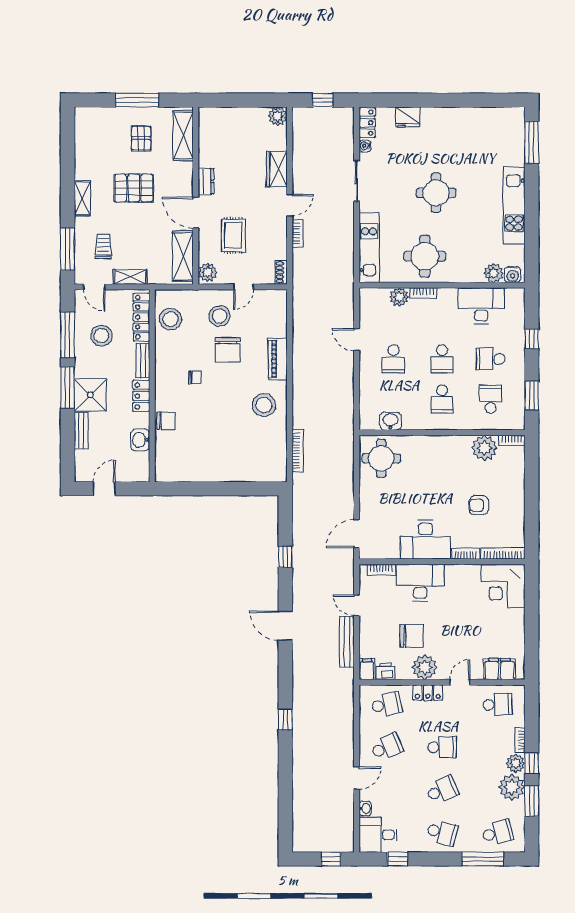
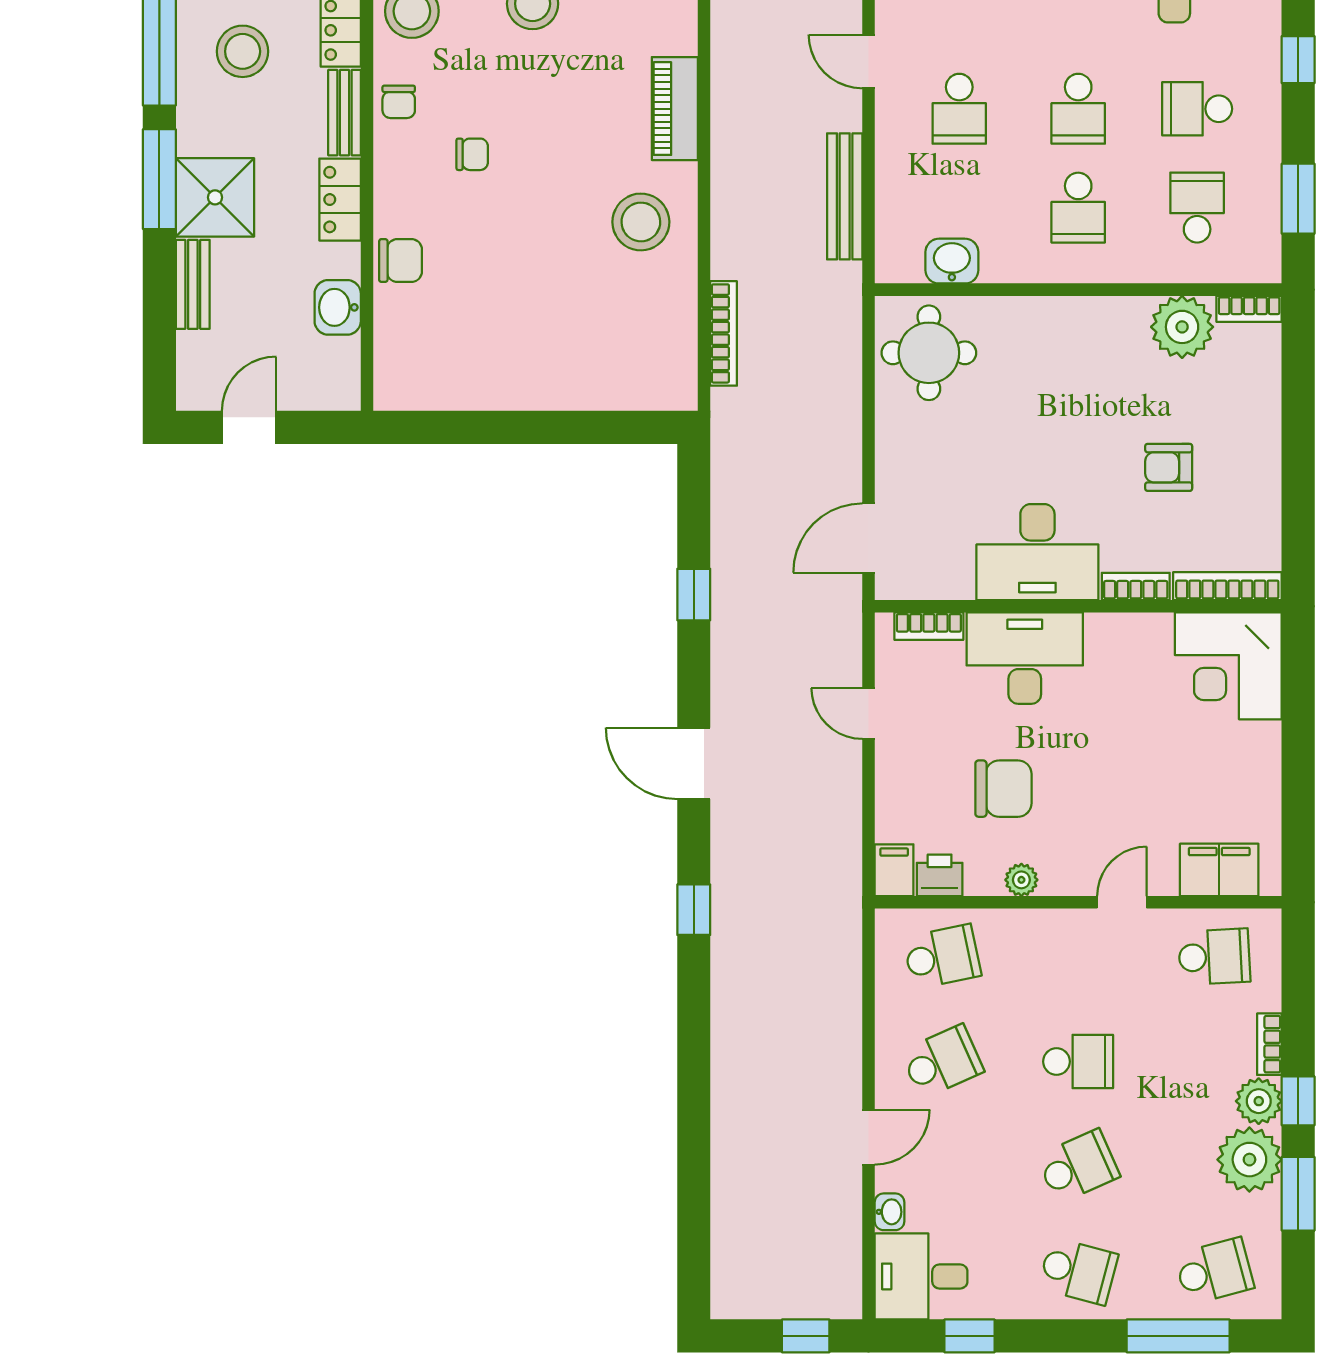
chair: (228, 350) -> (399, 102), moved, width x0.54, depth x0.54
bench: (347, 642) -> (845, 196), moved
plant: (425, 667) -> (1021, 880), width x0.53, depth x0.53
locker: (428, 693) -> (1043, 928), removed
window: (285, 720) -> (694, 910), moved

